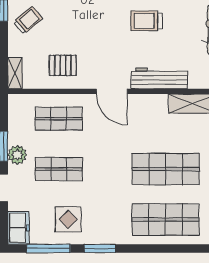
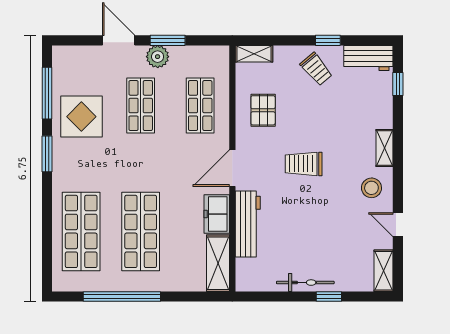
trolley: (146, 21) -> (304, 164), moved, turned -90
display table: (68, 219) -> (81, 117), width x1.36, depth x1.36
freezer: (18, 228) -> (217, 214), moved, turned 90

